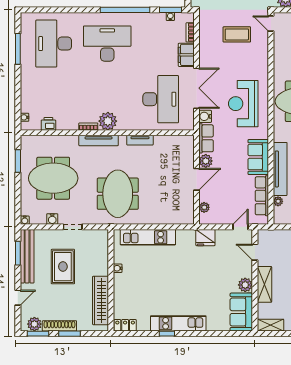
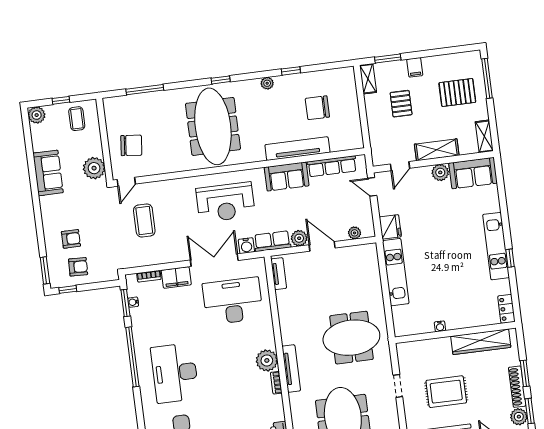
tv unit: (140, 140) -> (279, 274), moved
plant: (278, 201) -> (336, 146), removed
water cooler: (52, 219) -> (391, 411), removed
kitchen unit: (148, 237) -> (396, 272), moved

